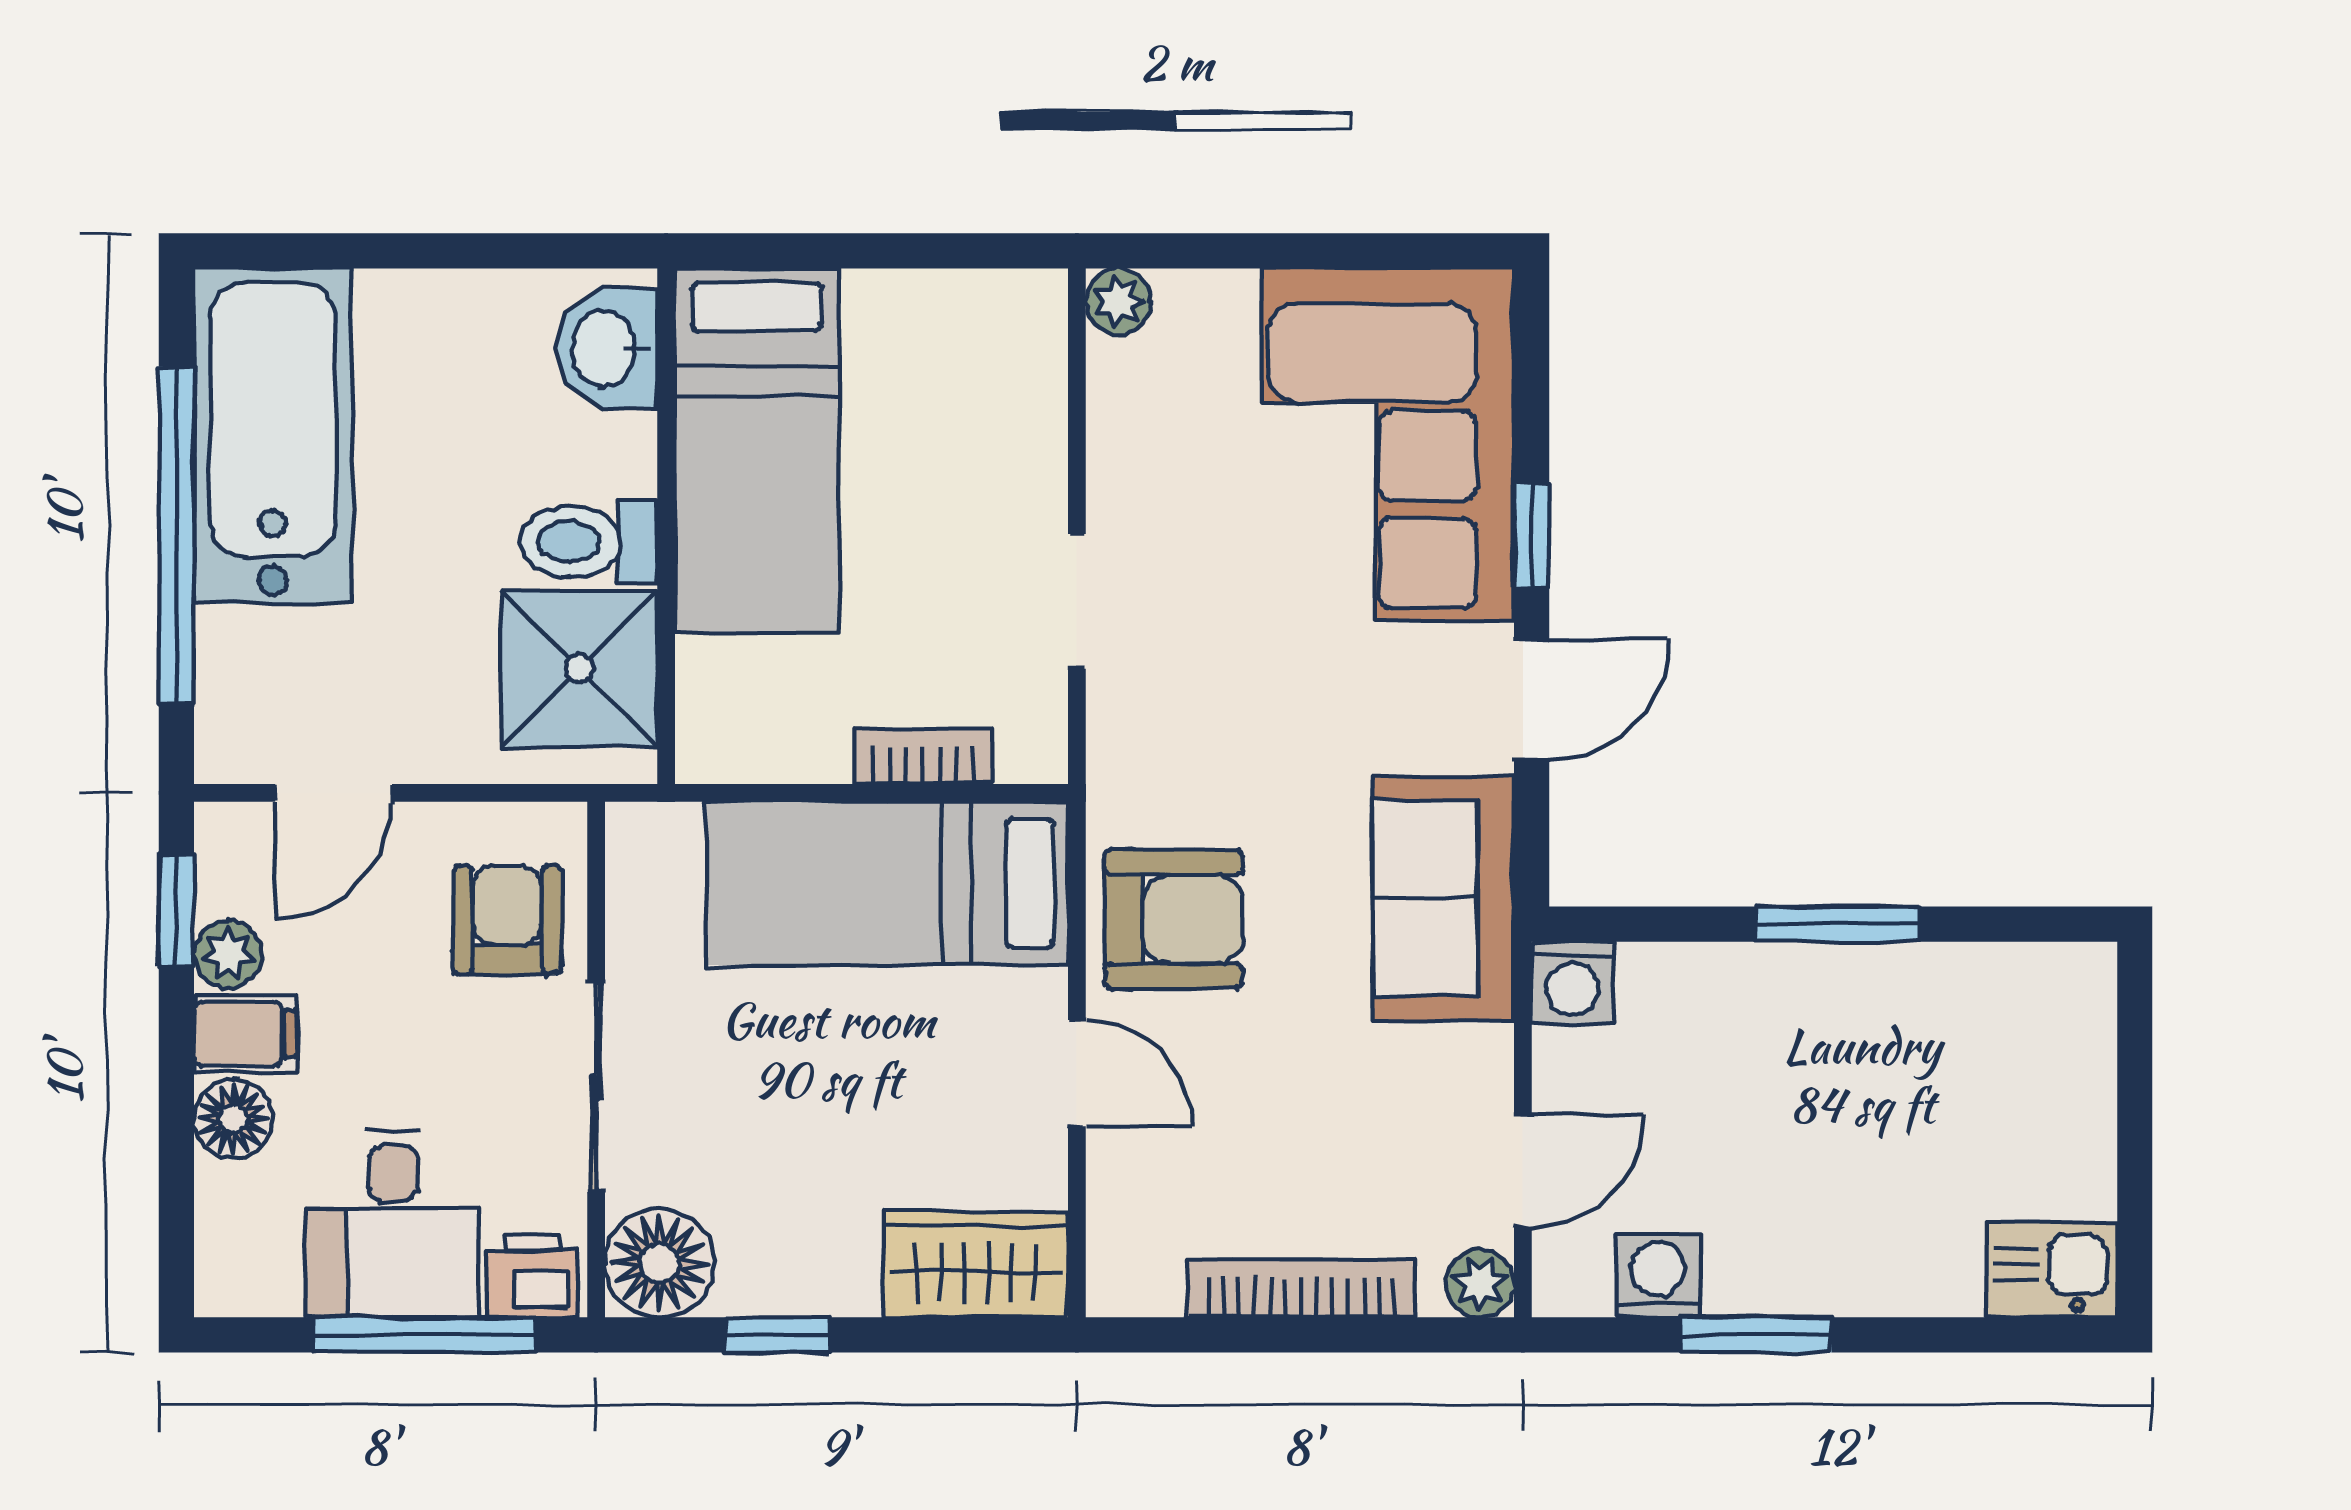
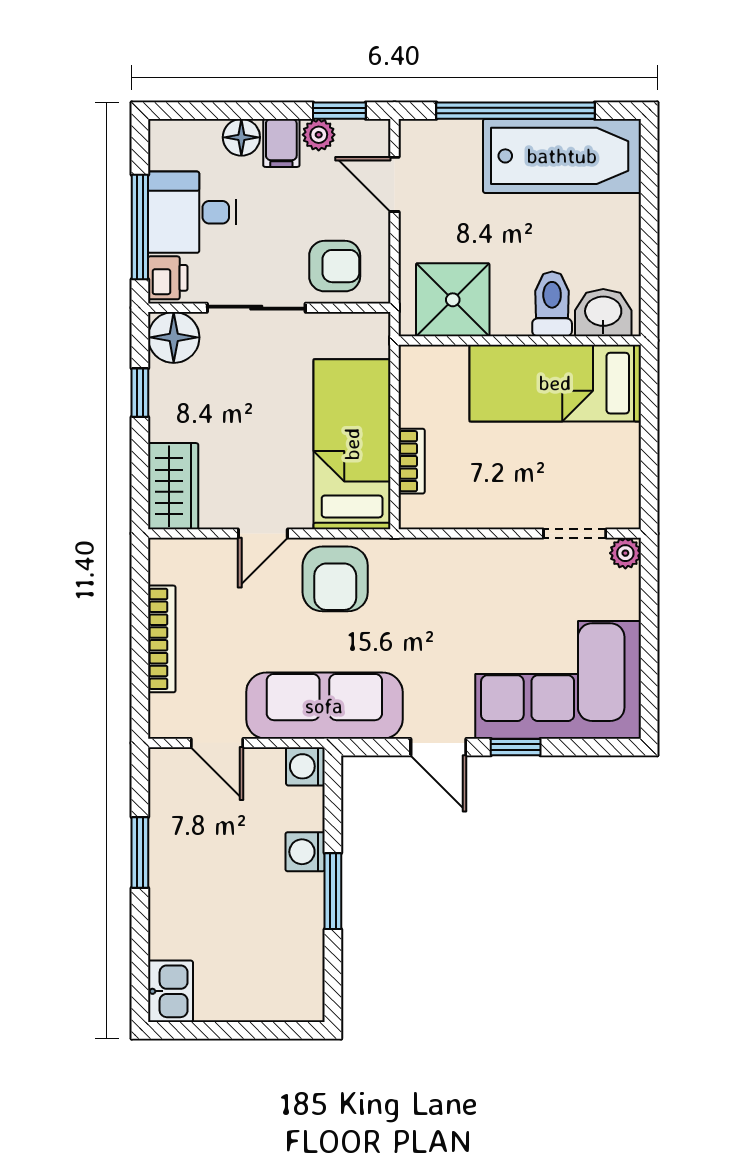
toilet: (588, 542) -> (552, 304), moved
doorway: (1077, 601) -> (575, 534), moved
sofa: (1443, 898) -> (324, 706), width x1.36
washing machine: (1658, 1276) -> (305, 852), moved, turned 180
plant: (1480, 1283) -> (164, 723), removed

